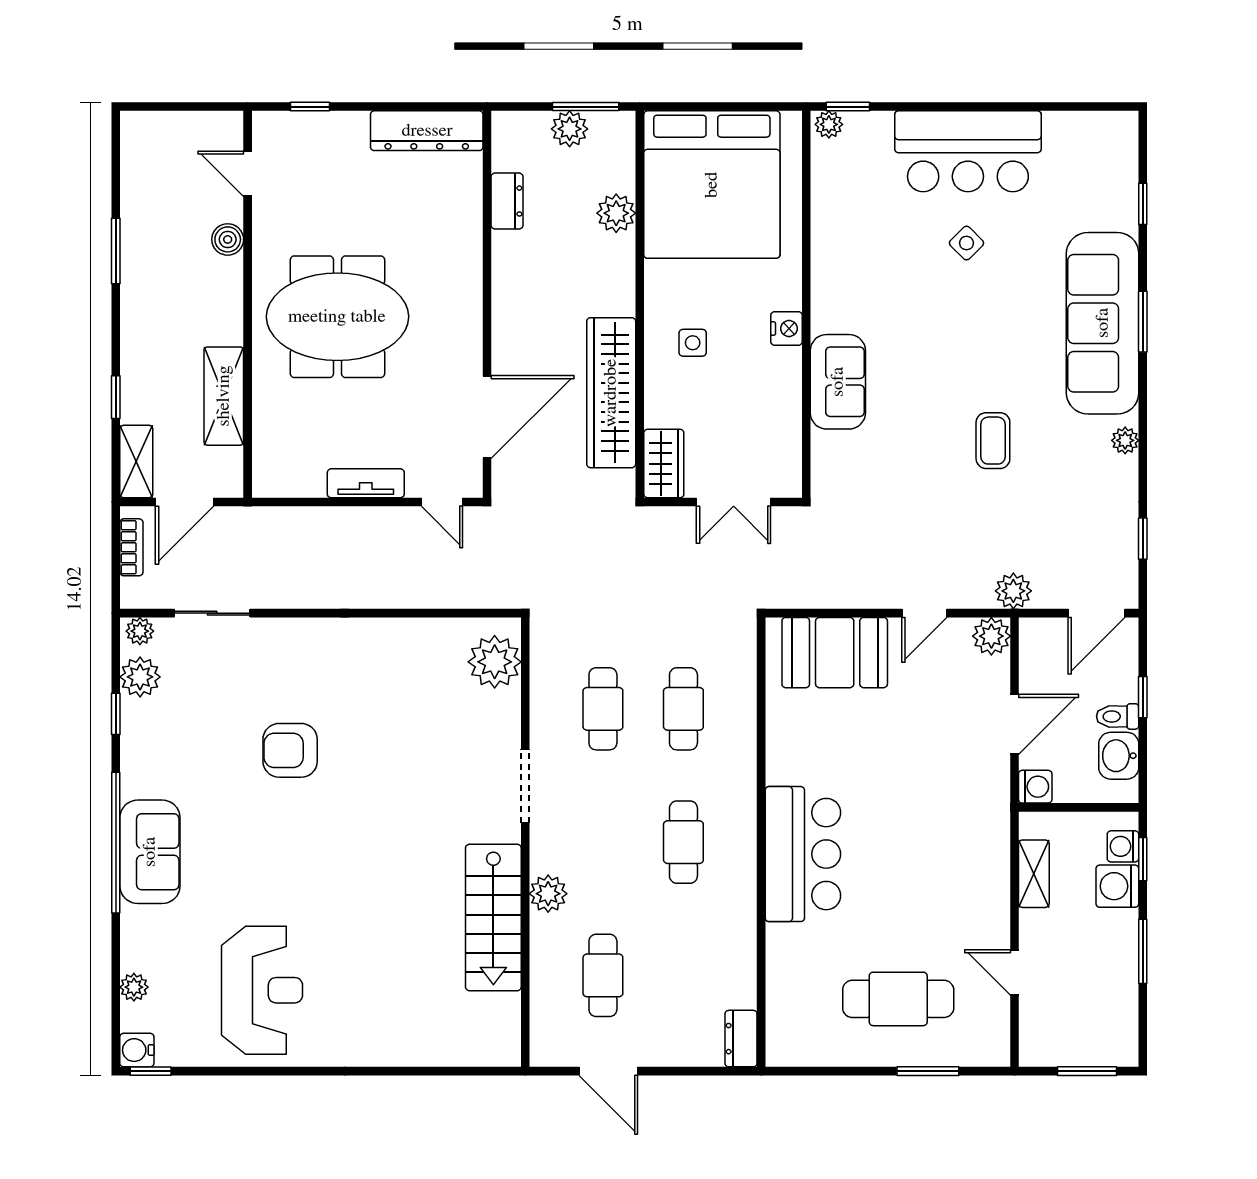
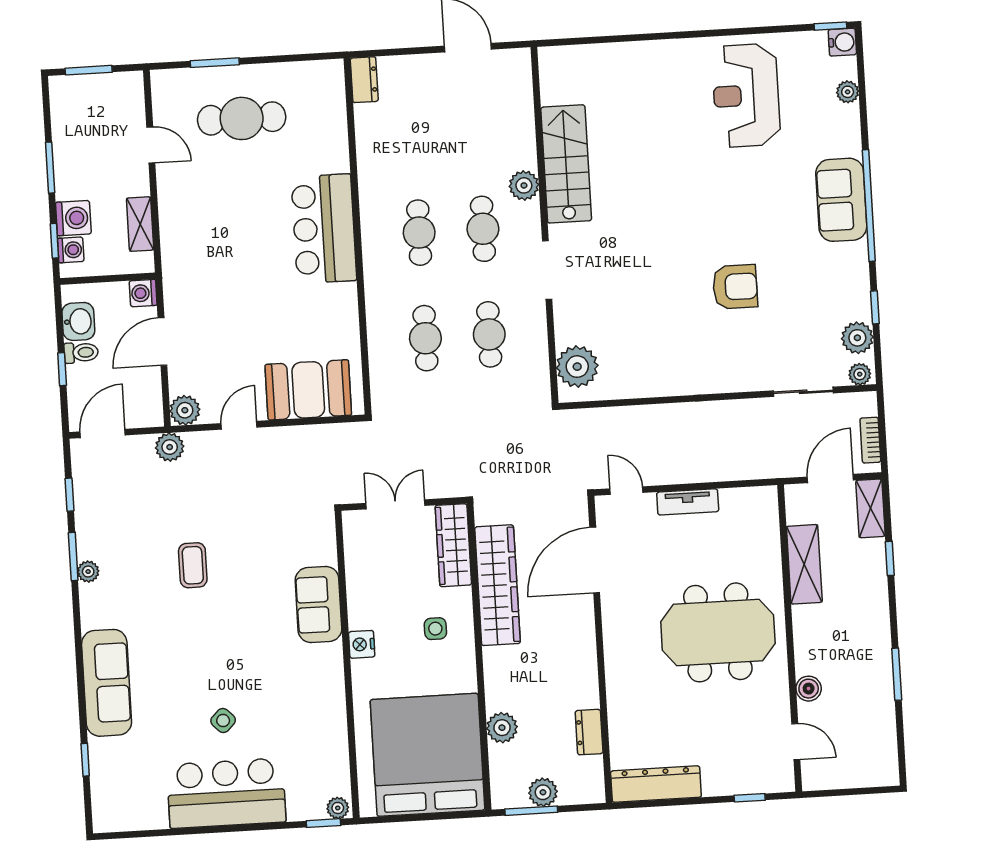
window: (1143, 322) -> (73, 557), moved
sofa: (1103, 323) -> (107, 683), width x0.74, depth x0.79
wardrobe: (664, 464) -> (453, 545), width x1.50
cafe table: (603, 975) -> (483, 229), moved

